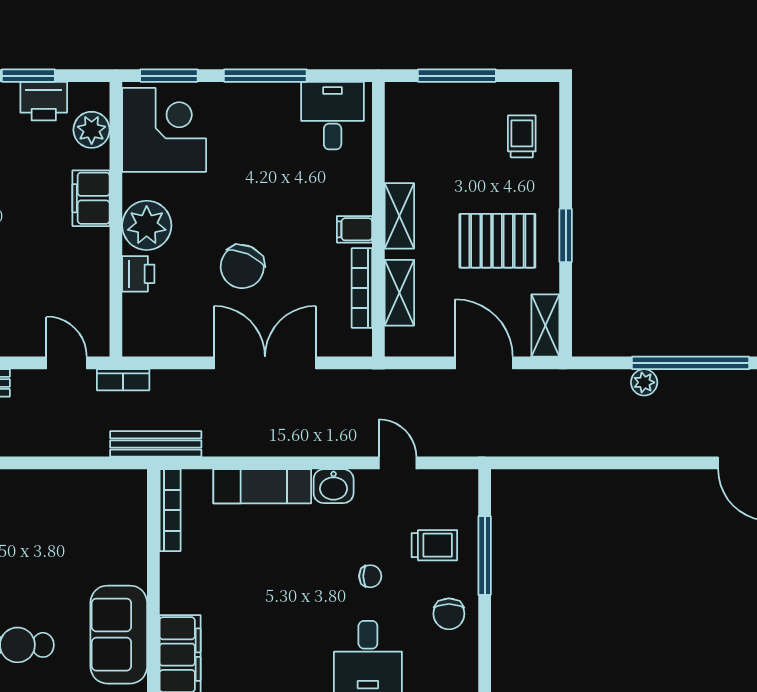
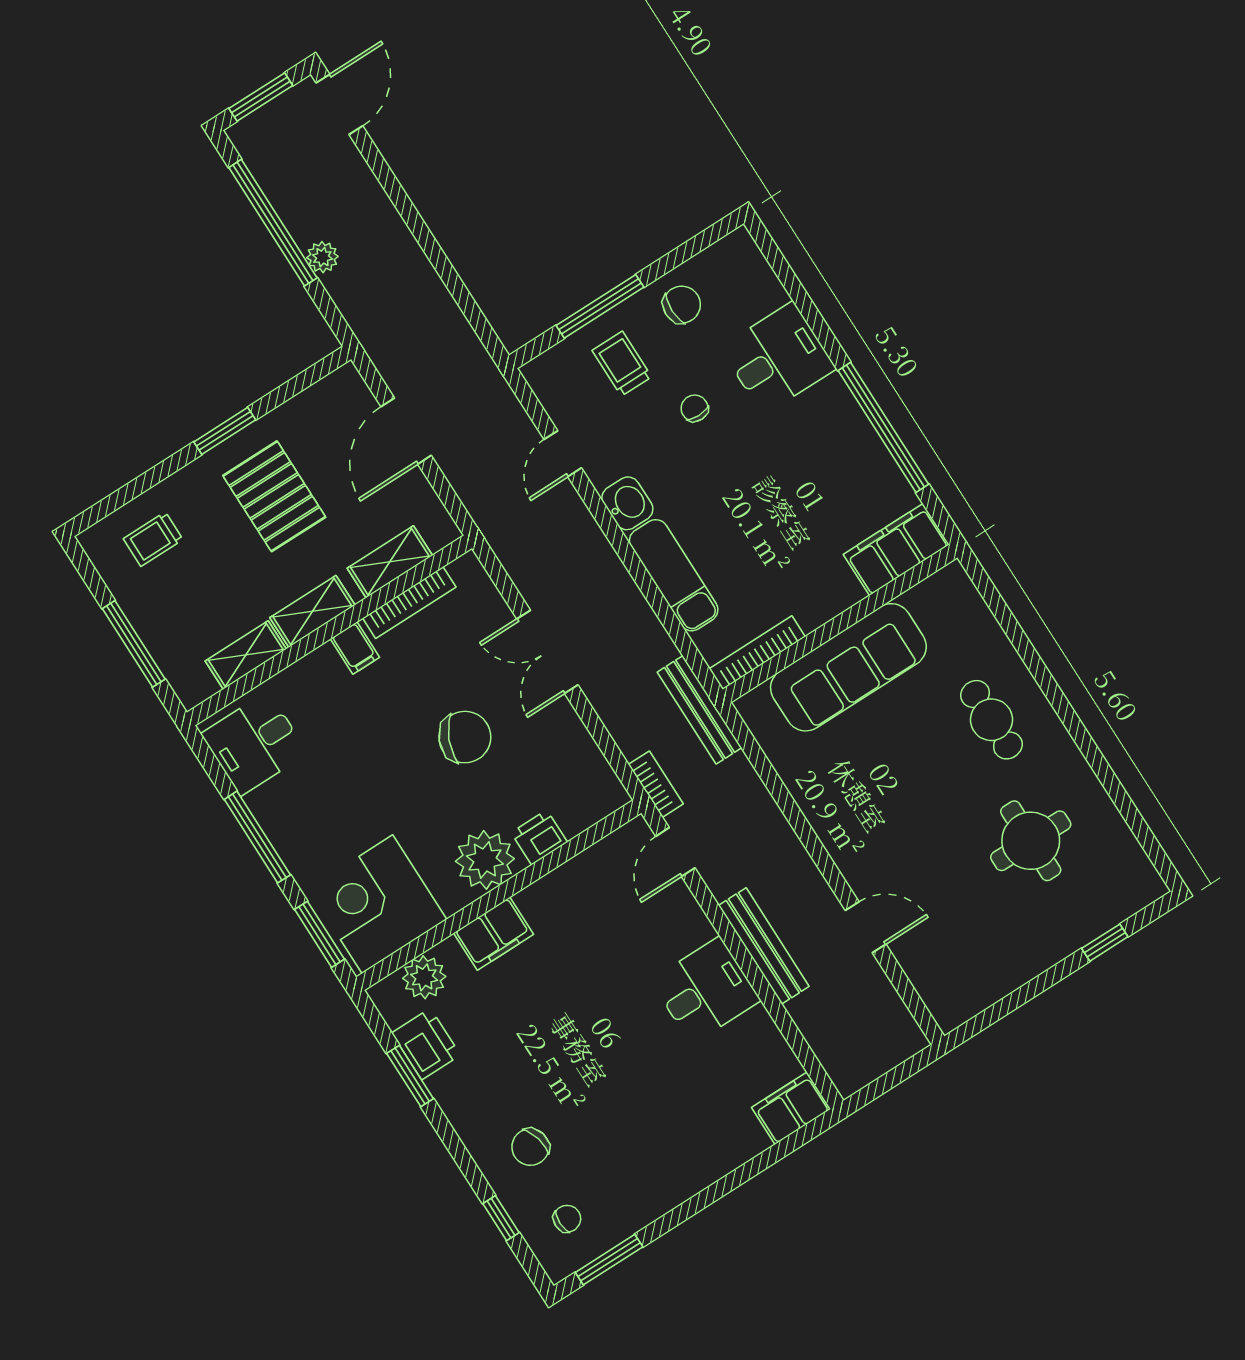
shelving: (545, 326) -> (246, 655), moved
double door: (265, 363) -> (547, 652), width x0.73
sofa: (119, 635) -> (848, 667), moved, width x1.36

